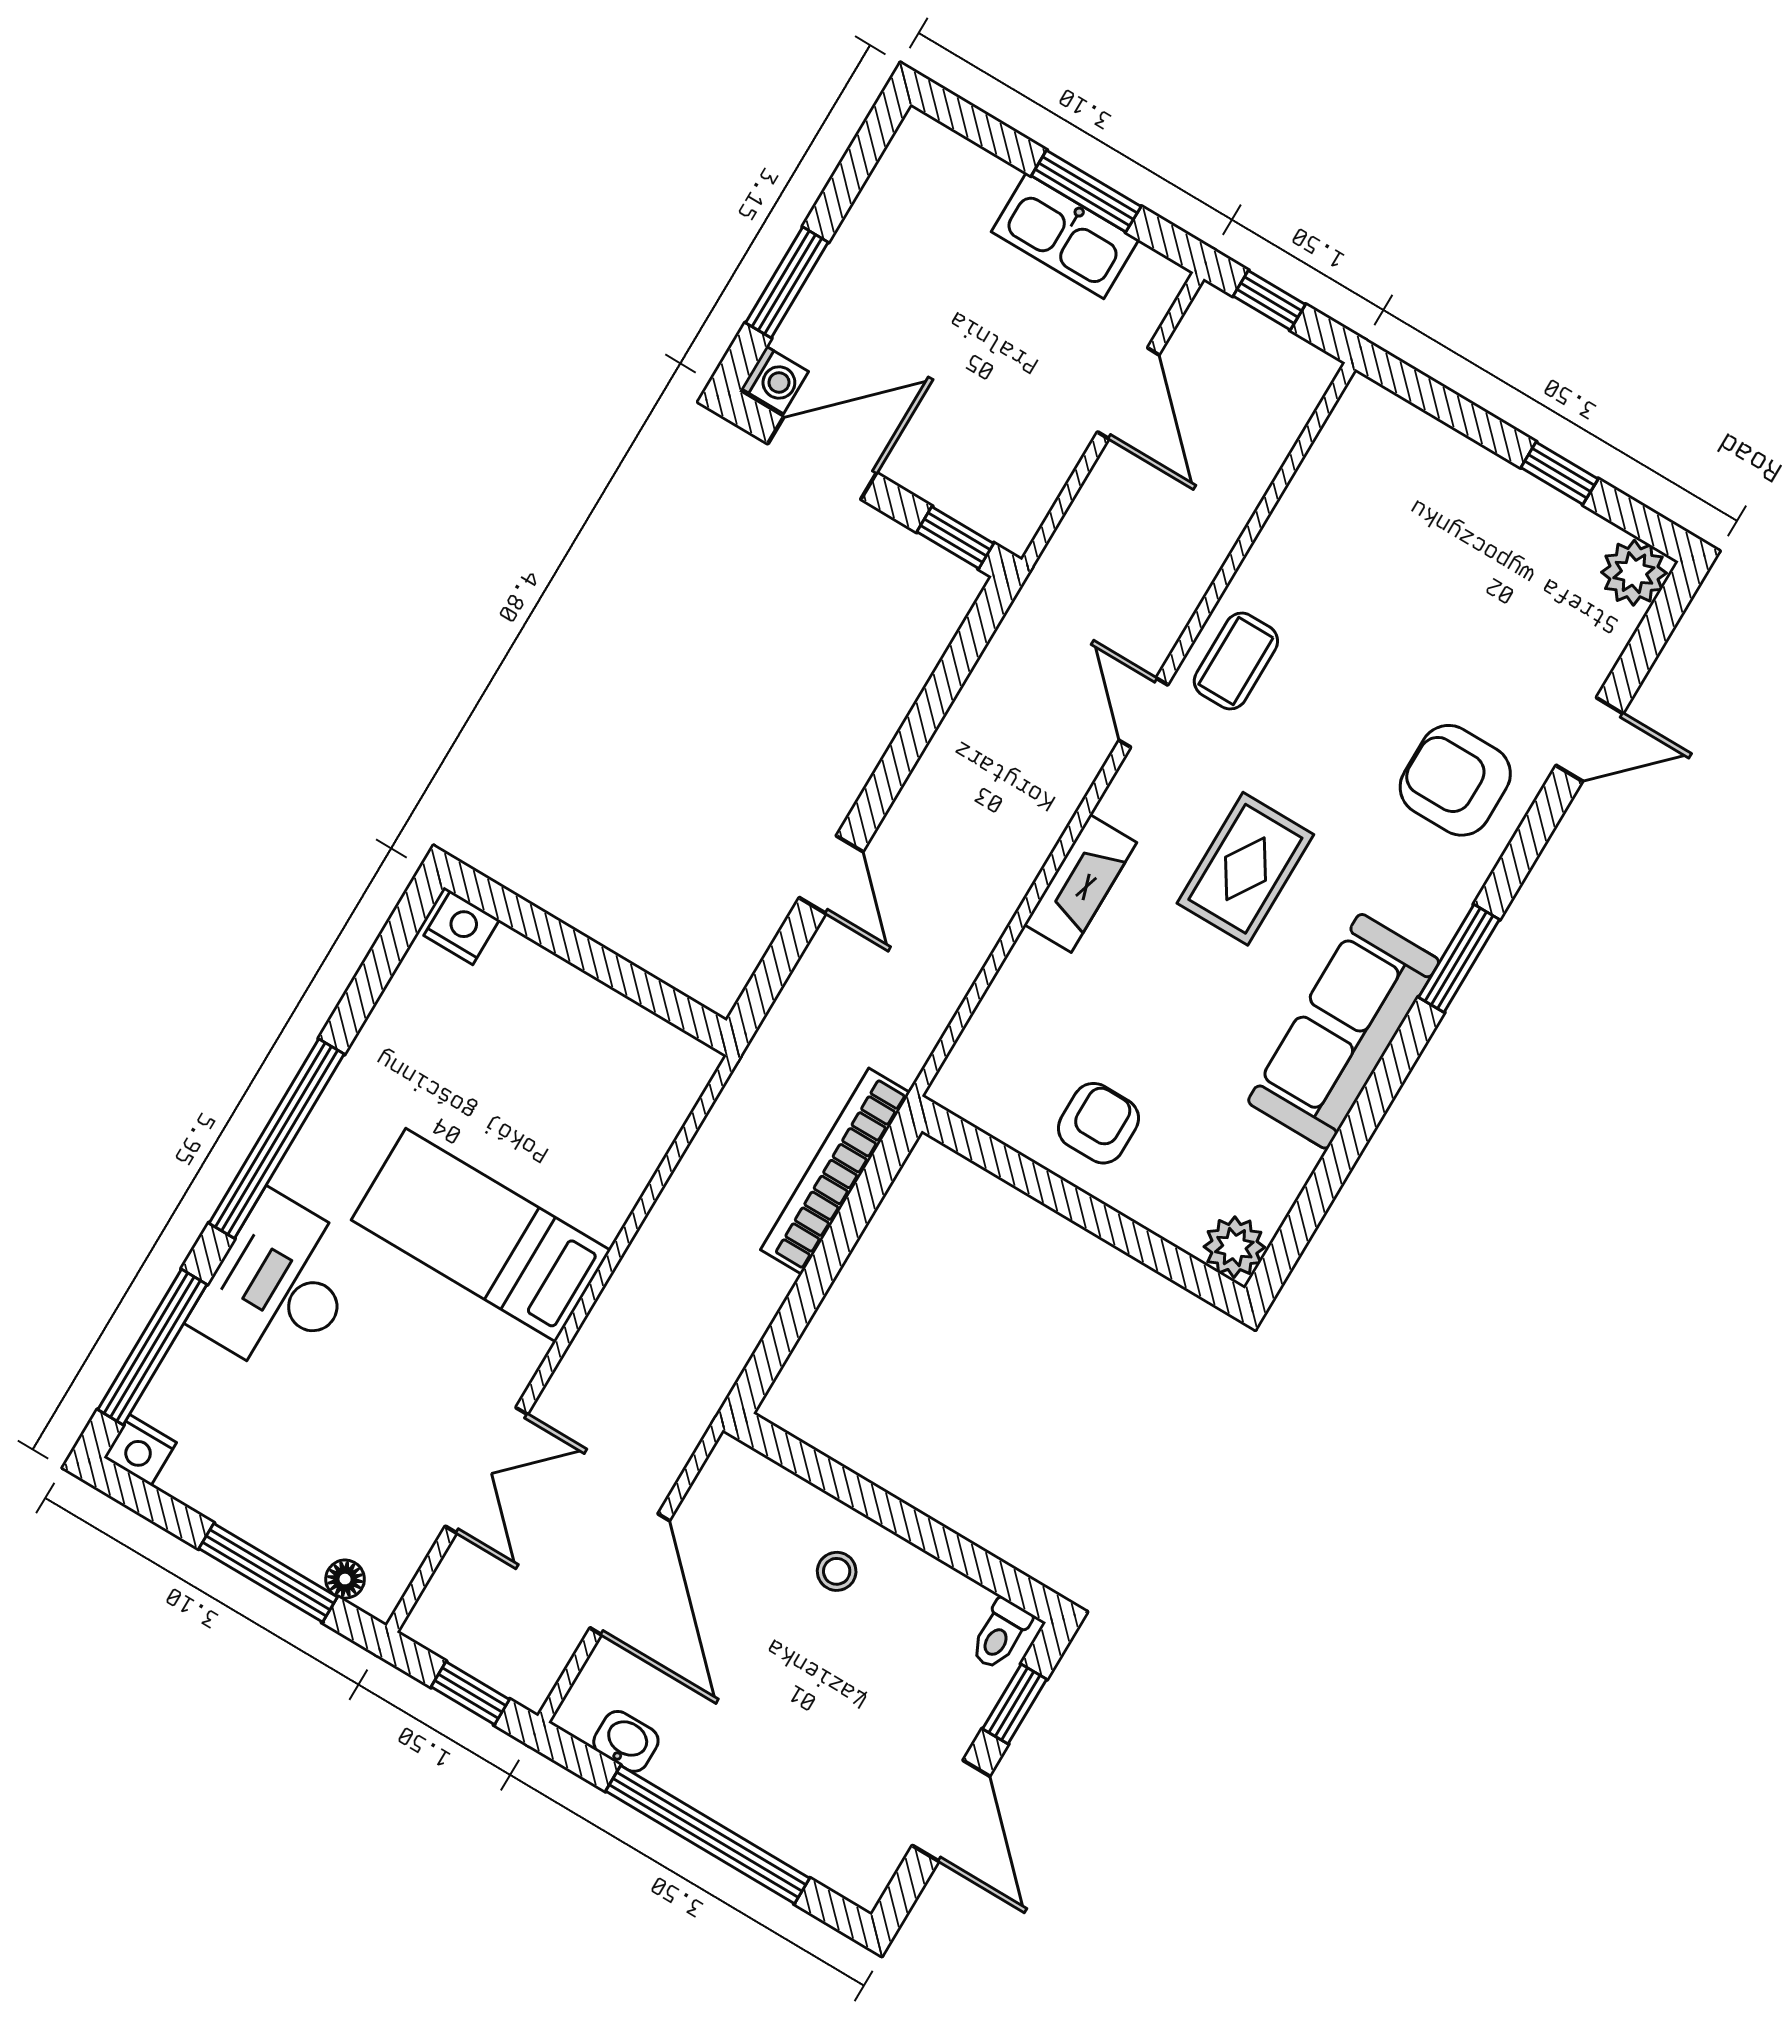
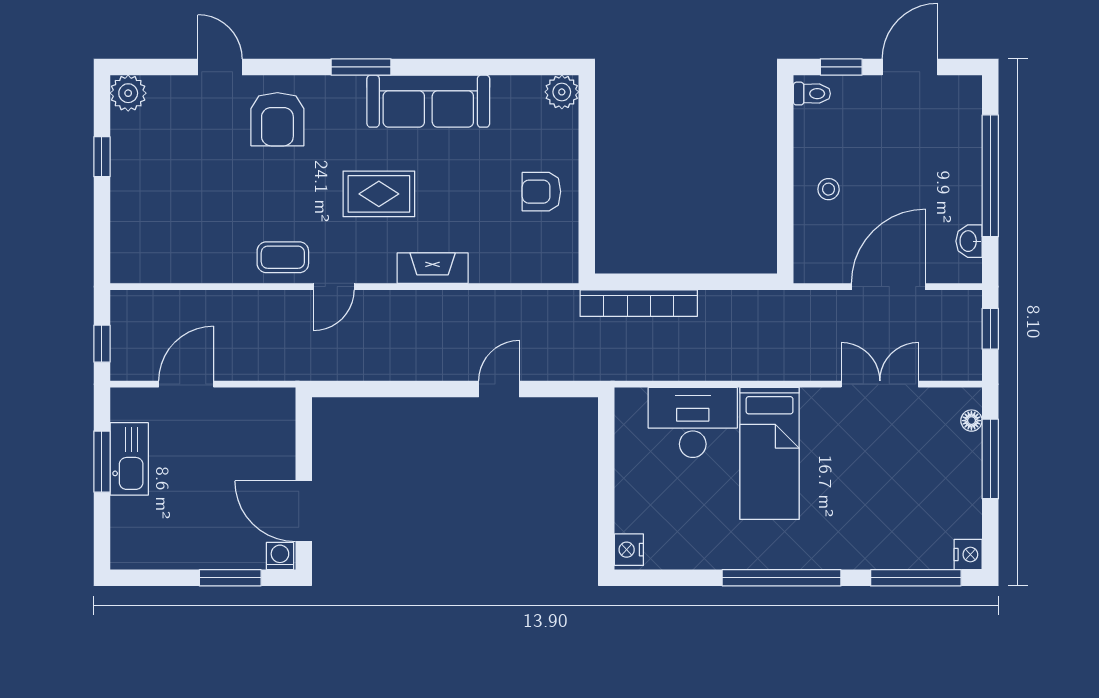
window: (955, 538) -> (304, 426), removed
desk: (279, 1287) -> (693, 422), moved, turned 180

